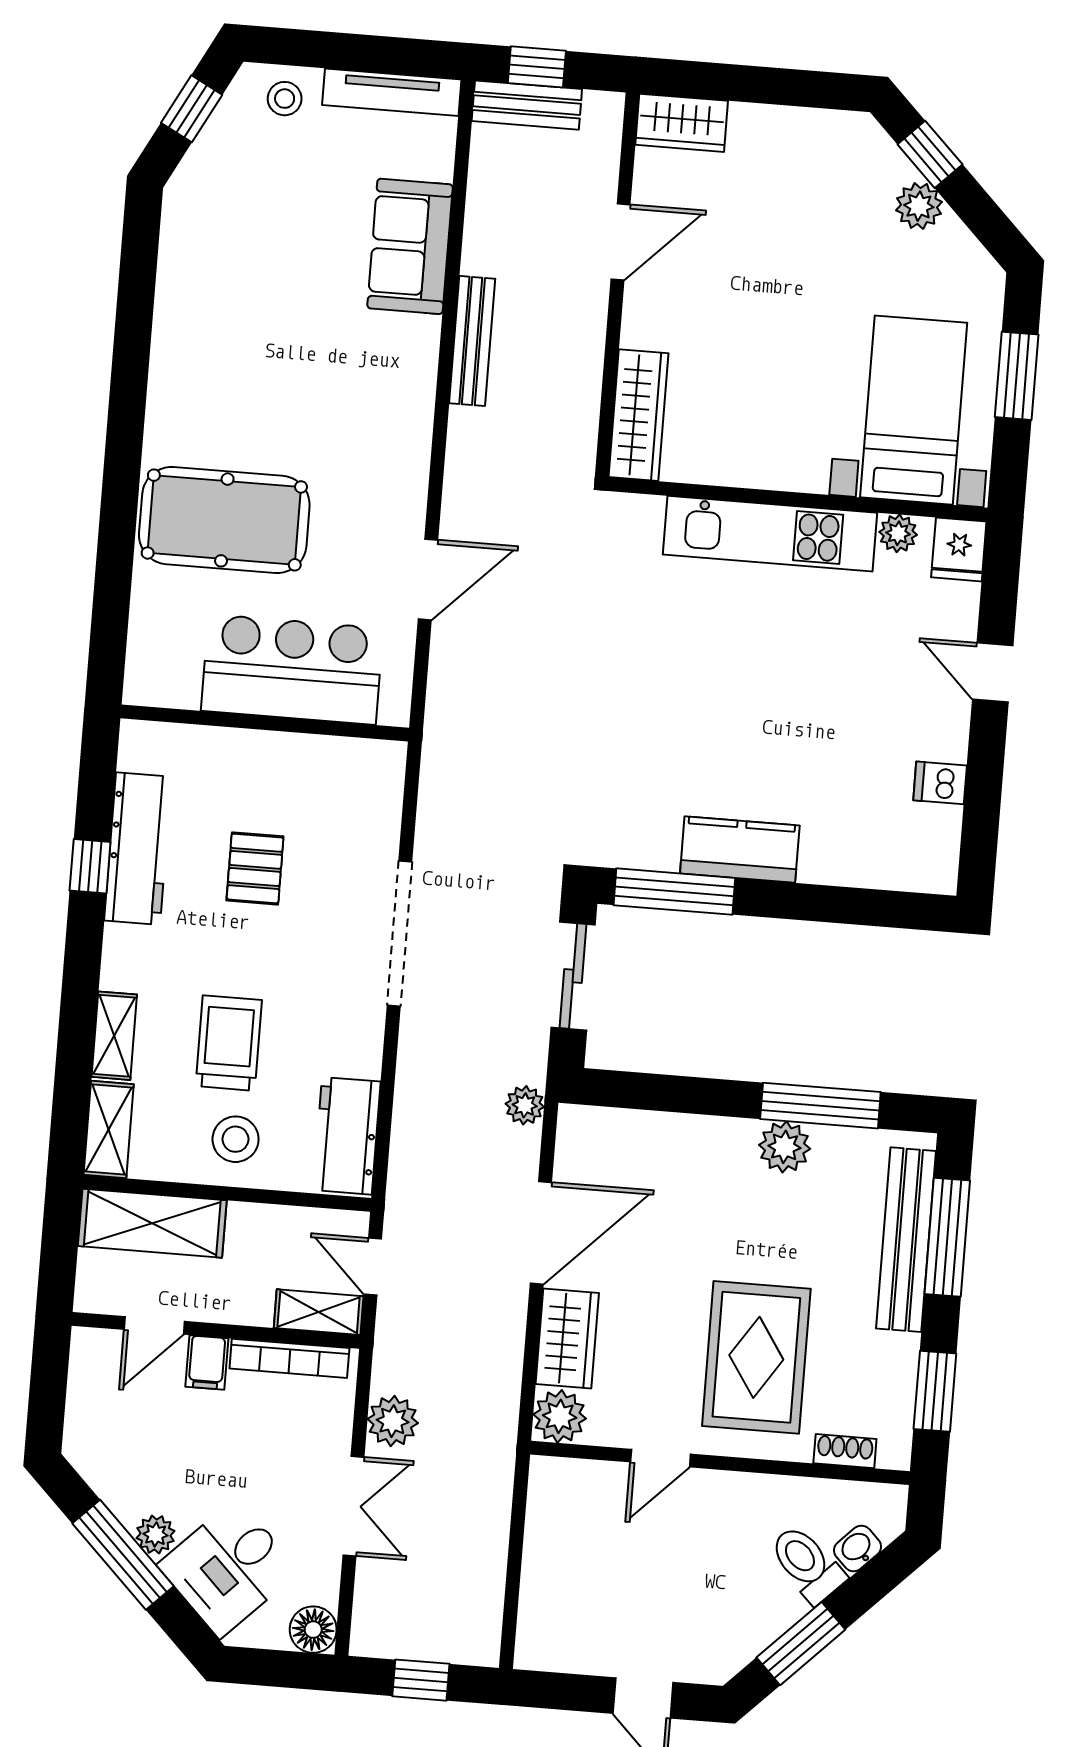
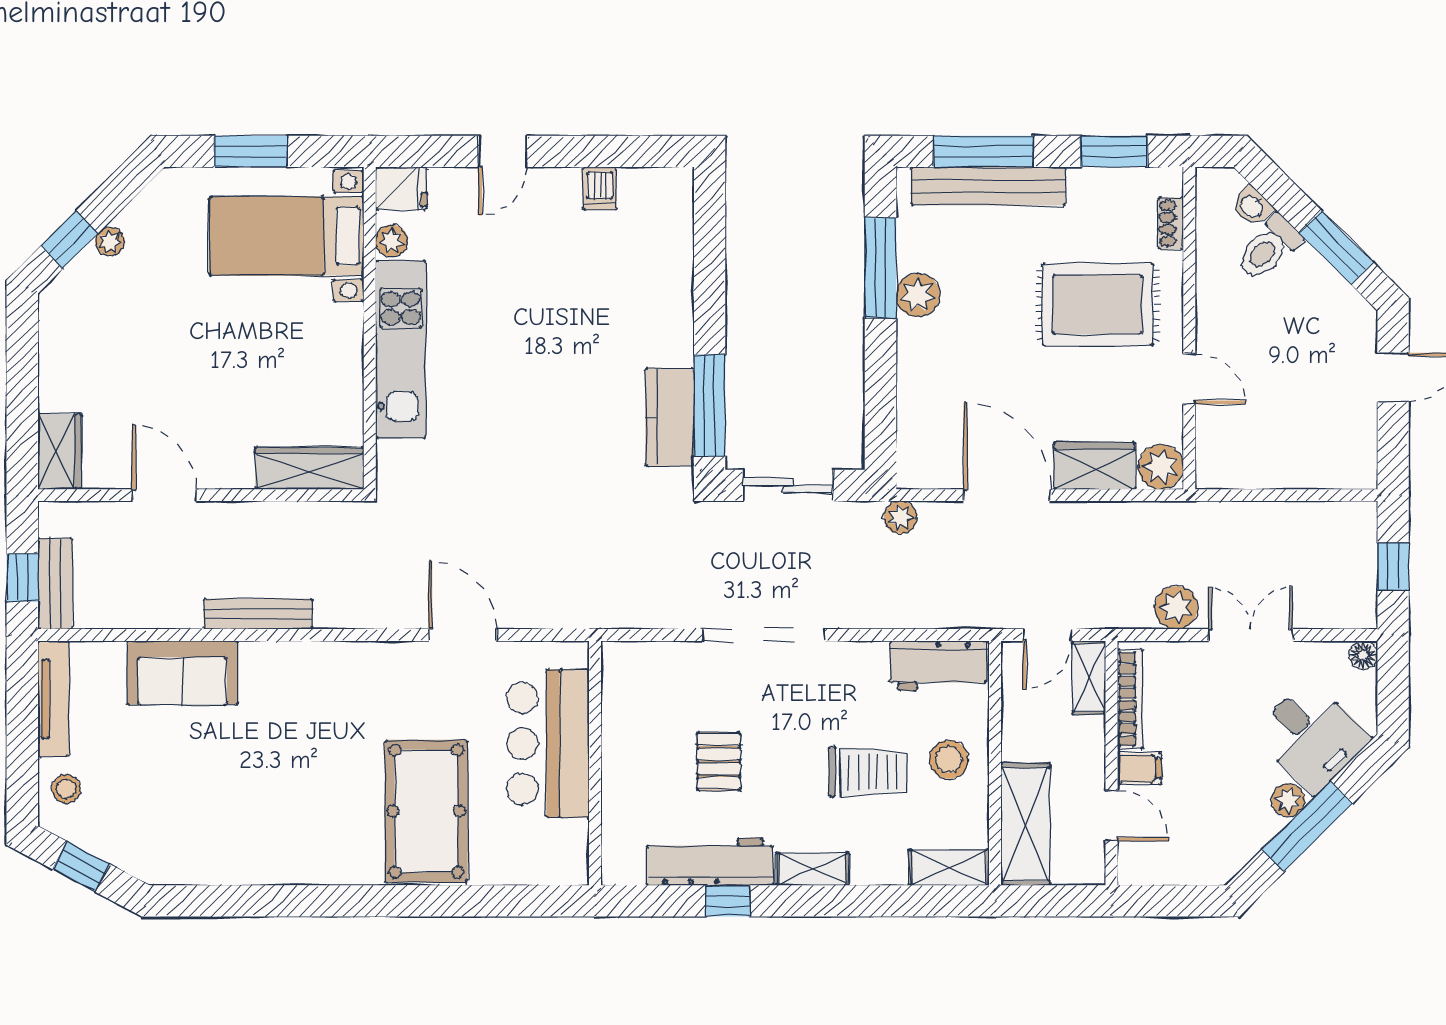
plant: (919, 206) -> (110, 242), width x0.73, depth x0.73
kitchen counter: (740, 850) -> (670, 417), moved
pallet: (255, 868) -> (719, 761), turned 90
shelving: (114, 1036) -> (812, 869), moved
trolley: (229, 1043) -> (868, 772), turned 180
floor lamp: (313, 1630) -> (1363, 655), width x0.73, depth x0.73

